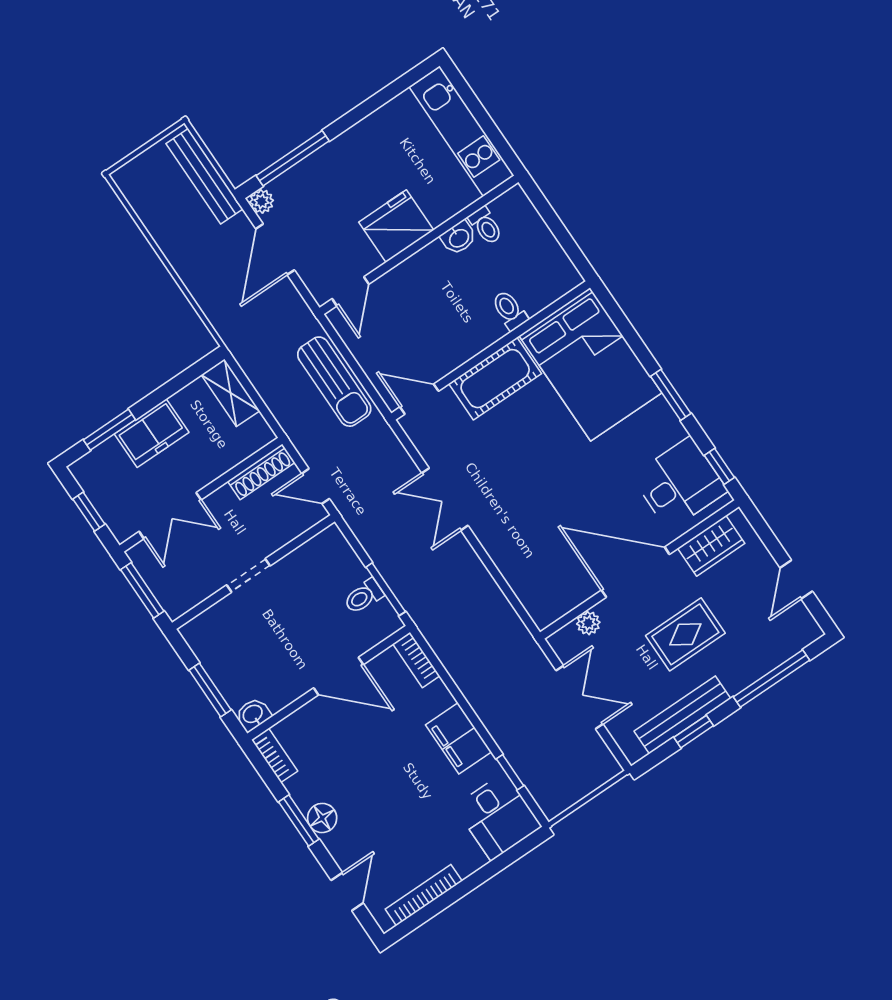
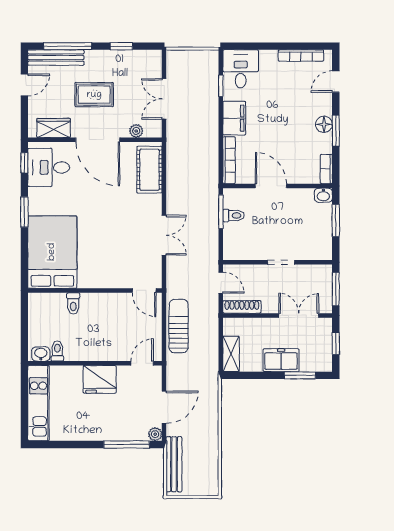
washbasin: (459, 238) -> (41, 354), moved
cot: (495, 379) -> (149, 170), moved, turned 90
bookcase: (416, 660) -> (229, 160), width x1.56
bench: (682, 715) -> (56, 58), moved

